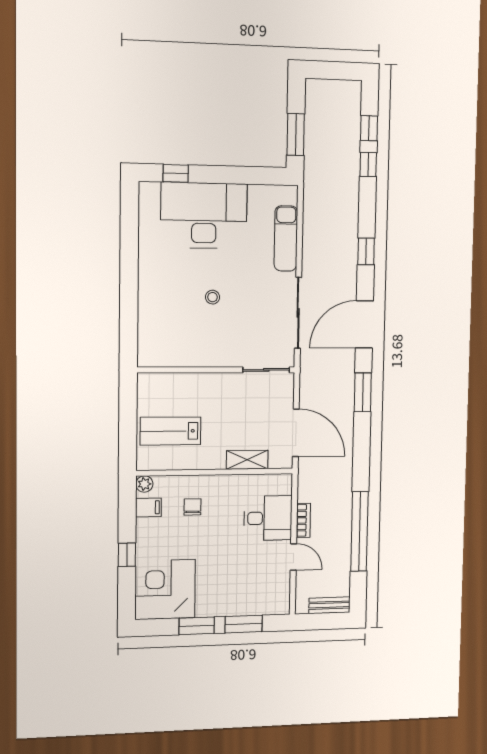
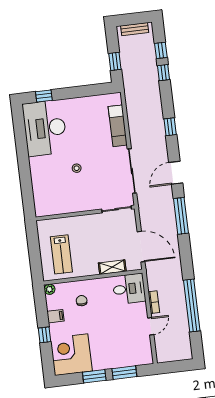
window: (296, 134) -> (115, 61), width x0.67
desk: (204, 215) -> (45, 128), moved, turned -90
door: (364, 324) -> (176, 173), width x0.73
window: (363, 392) -> (181, 216), width x1.44
lab bench: (170, 431) -> (61, 254), turned -90
filing cabinet: (148, 507) -> (55, 316), moved
desk: (268, 518) -> (129, 289), moved
door: (293, 557) -> (151, 326), hinge flipped
bench: (329, 605) -> (135, 29), moved

